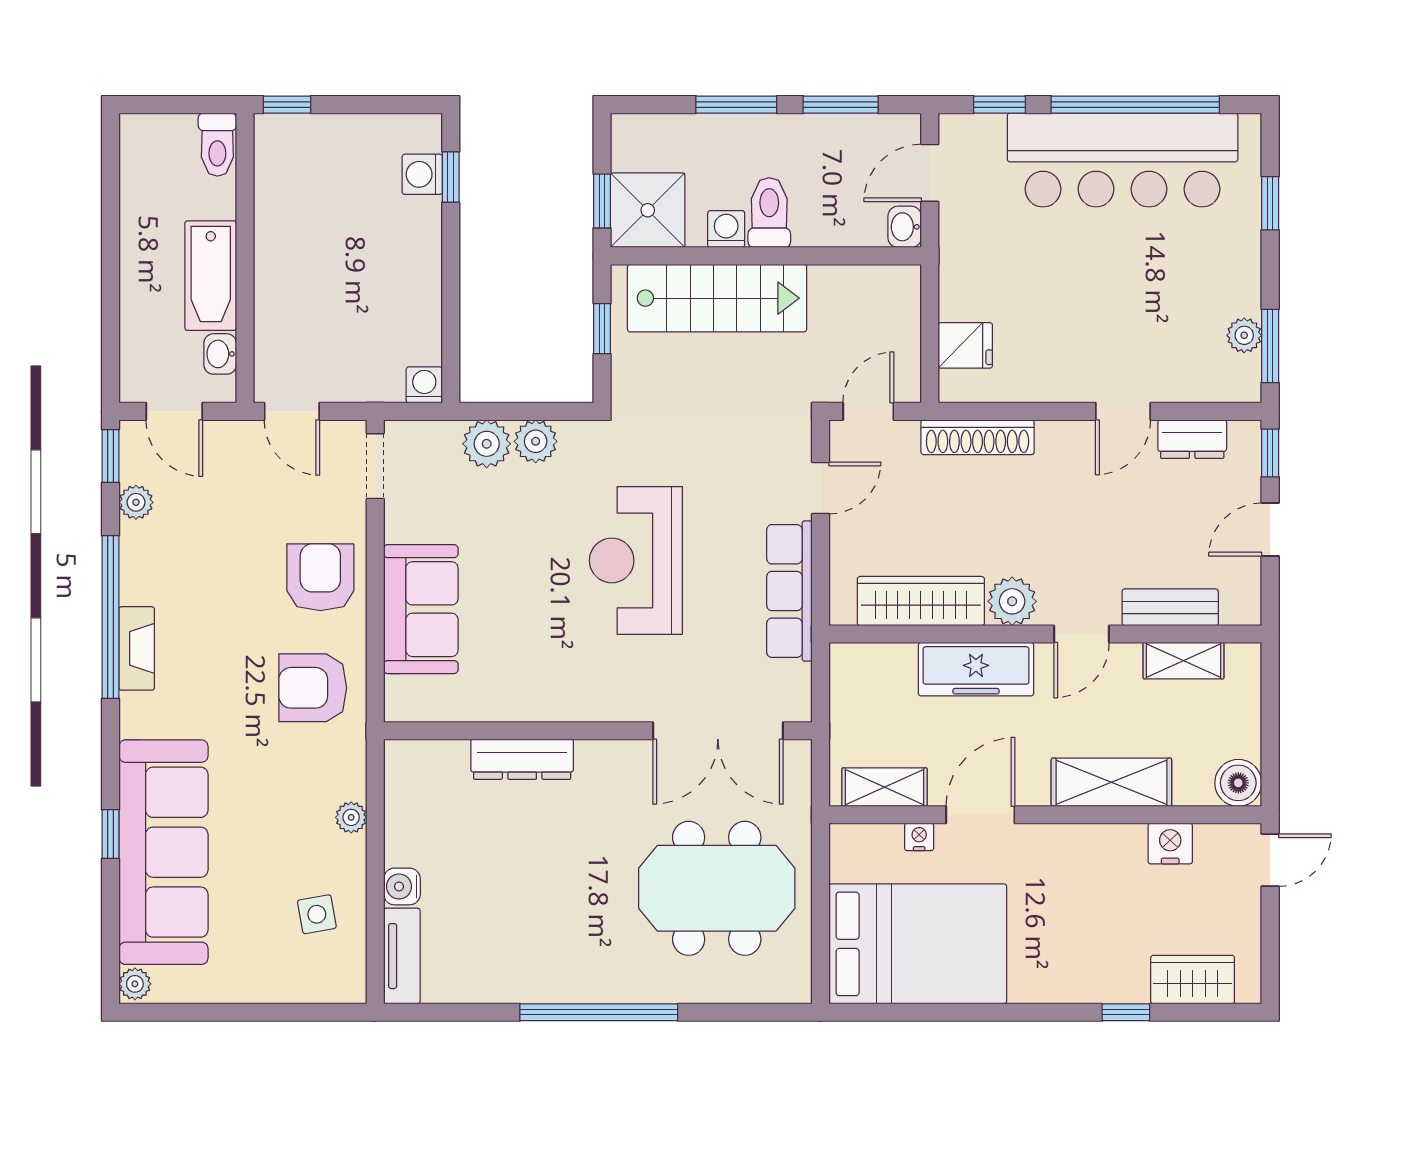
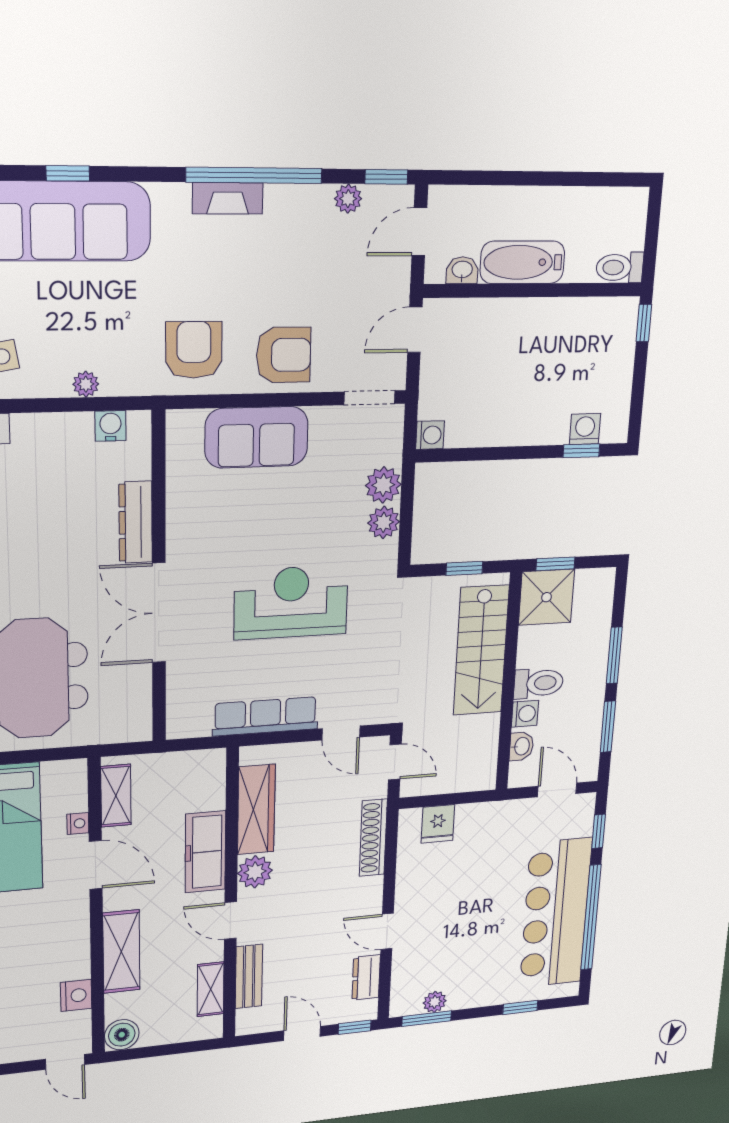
washbasin: (905, 227) -> (521, 746), moved, turned 90
washing machine: (726, 229) -> (525, 714), moved
double door: (718, 731) -> (159, 613), moved
water cooler: (402, 886) -> (111, 426), moved

